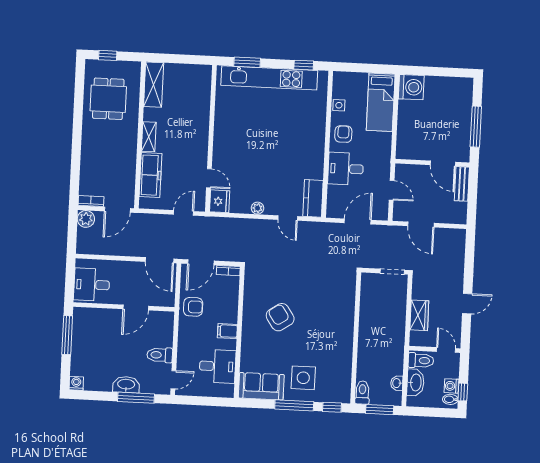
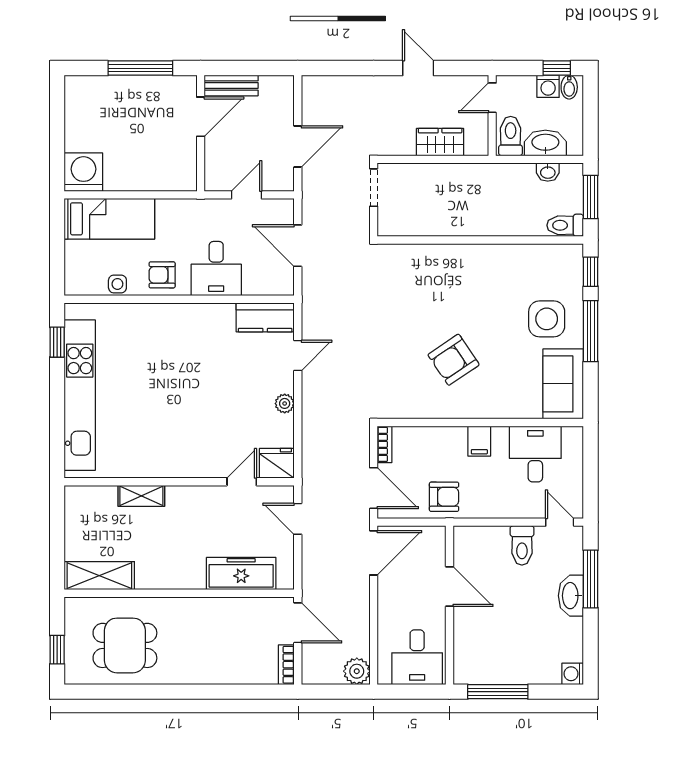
window: (247, 62) -> (57, 431), removed
shelving: (149, 137) -> (141, 496), moved
plant: (86, 219) -> (357, 671), moved
armchair: (193, 307) -> (444, 497), turned 90

